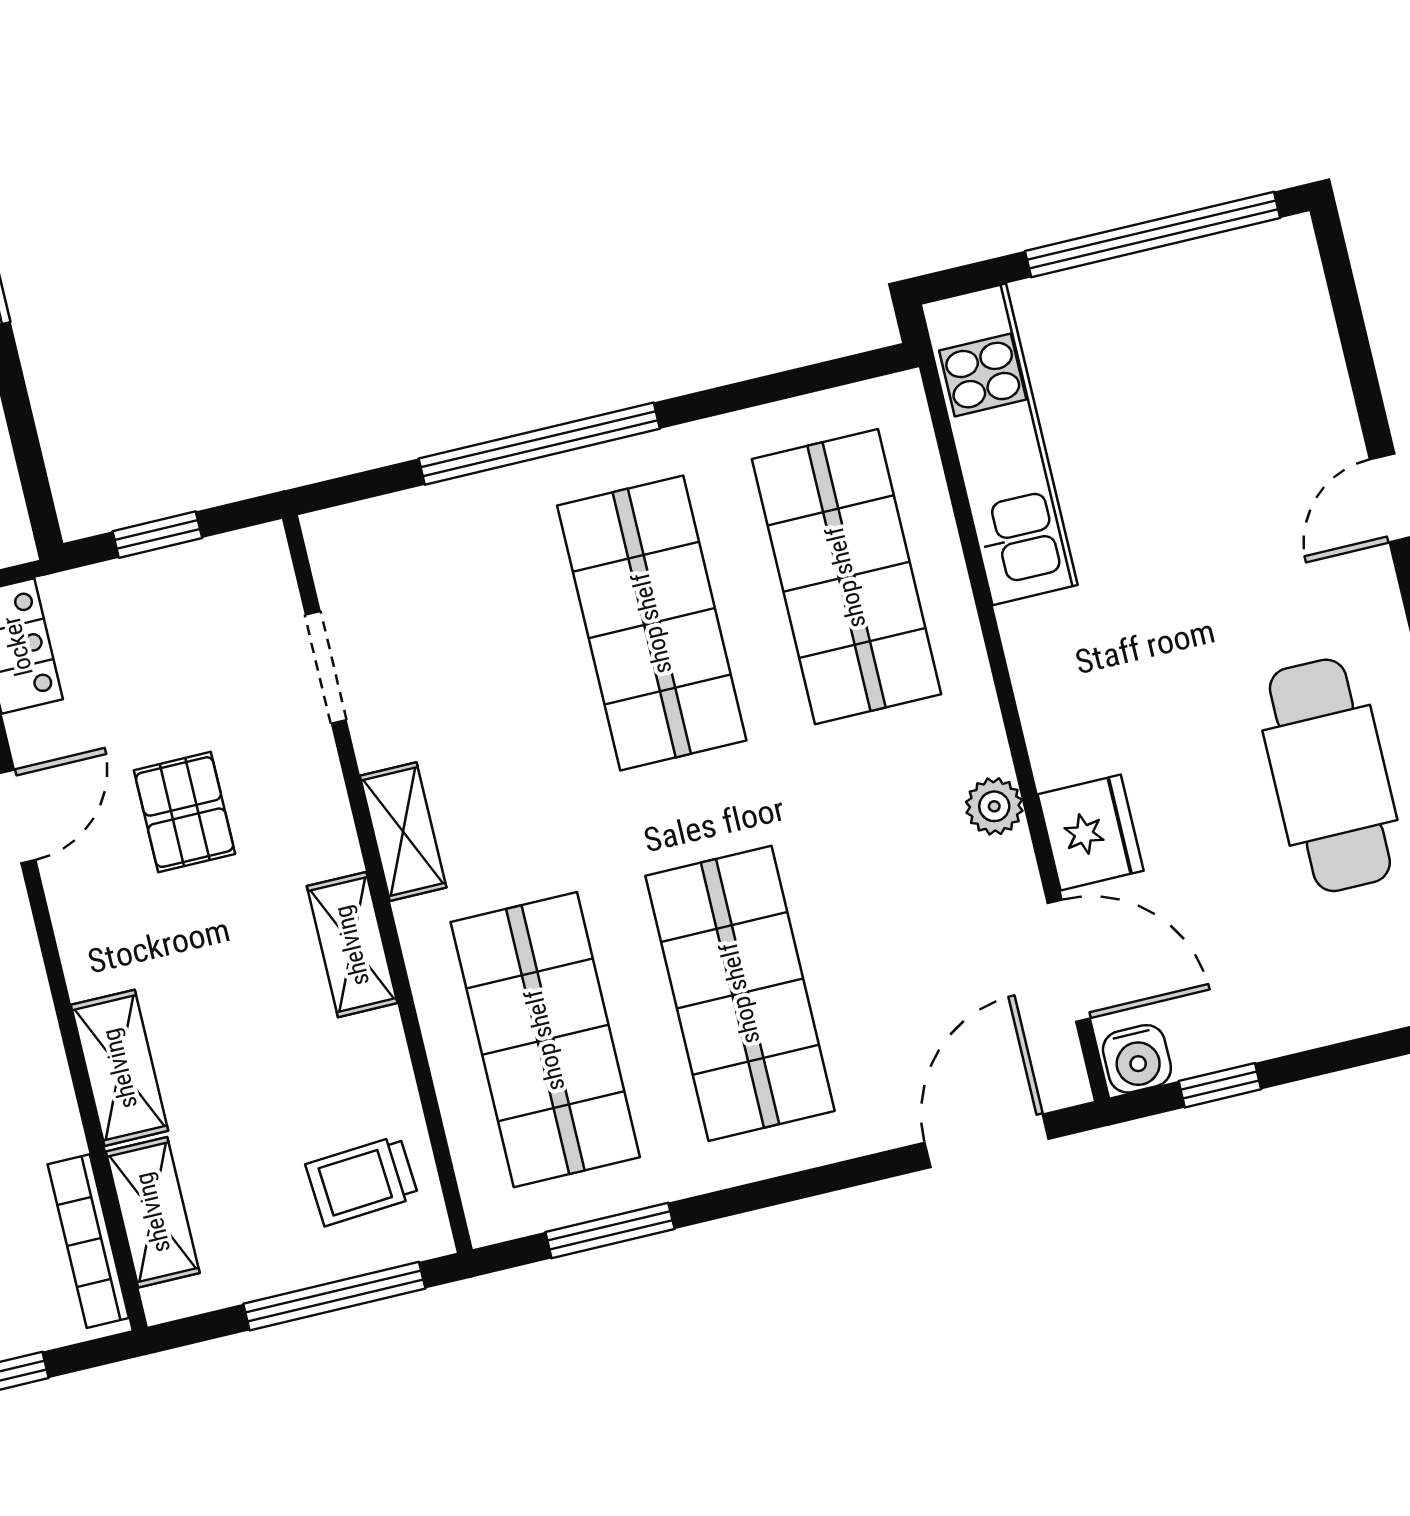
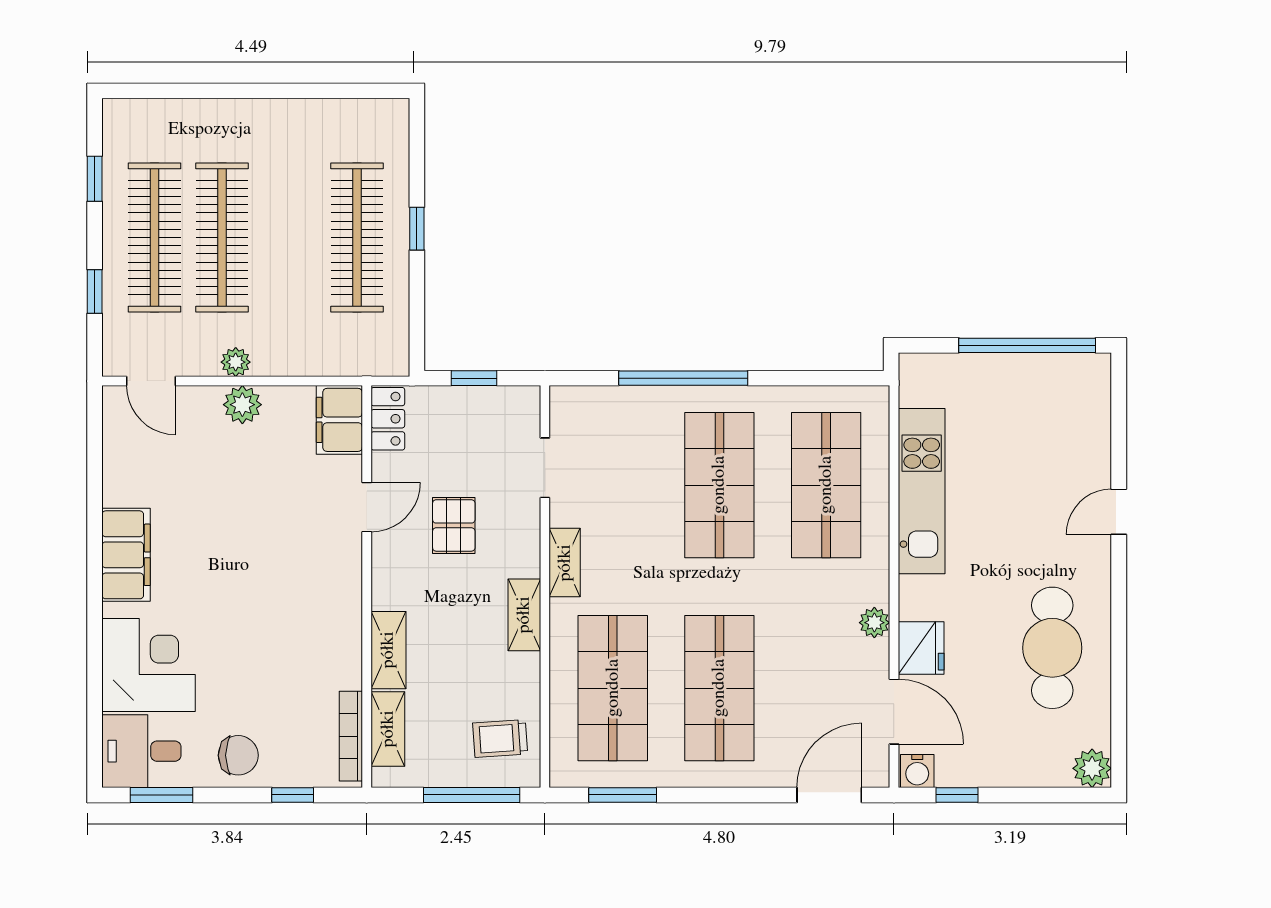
kitchen unit: (999, 444) -> (922, 491), moved

